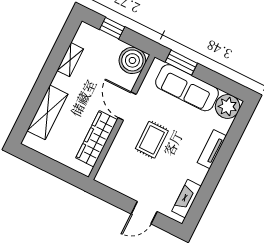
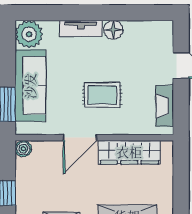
boiler: (132, 60) -> (23, 149), width x0.54, depth x0.54
floor lamp: (198, 174) -> (113, 30), added
fireplace: (186, 199) -> (165, 106), moved, turned 90

